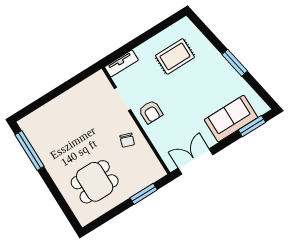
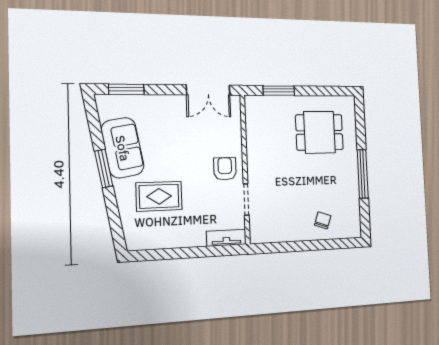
rug: (175, 56) -> (159, 196), moved
sofa: (231, 119) -> (123, 148), moved, turned -100
chair: (127, 140) -> (323, 220), moved
window: (29, 150) -> (363, 174), moved

